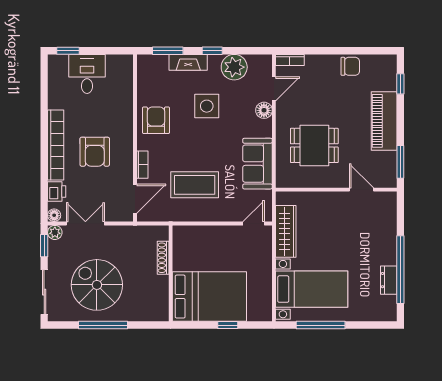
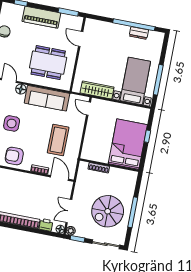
dining table: (314, 145) -> (48, 63), width x1.38
armchair: (95, 152) -> (26, 197), removed
sofa: (257, 164) -> (47, 98), width x1.36
door: (361, 190) -> (81, 39), hinge flipped

